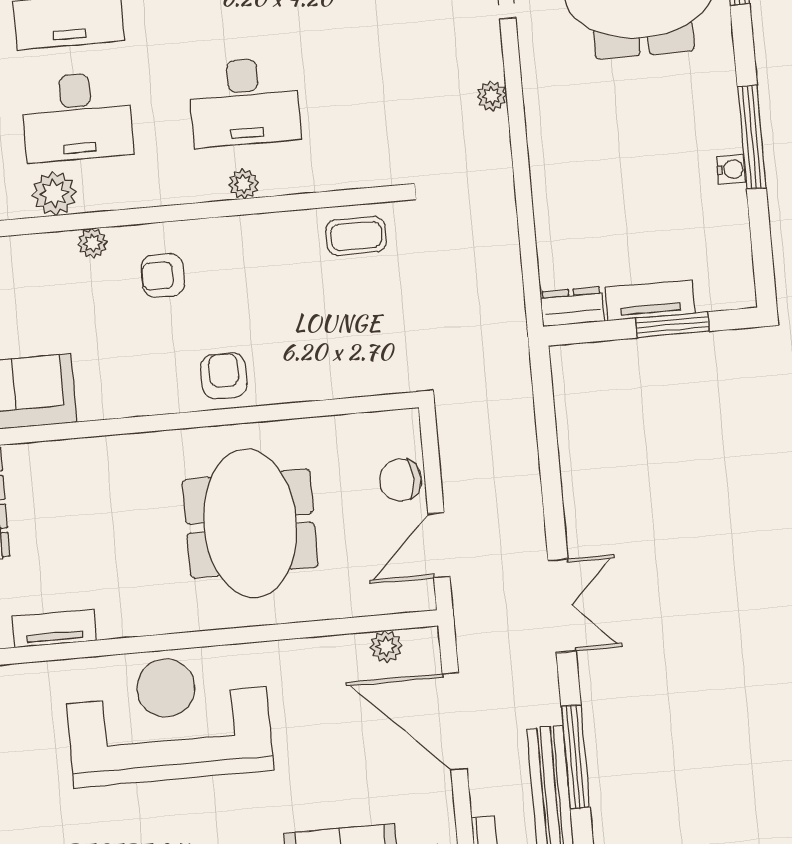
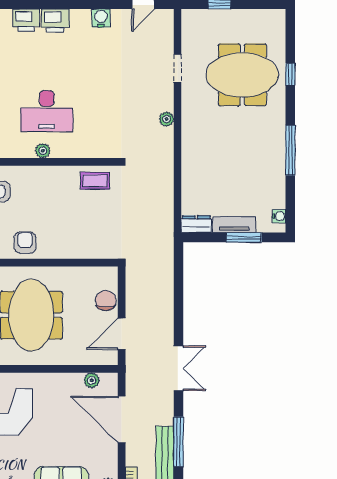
water cooler: (731, 169) -> (279, 216), moved
chair: (400, 480) -> (106, 301), turned 90

